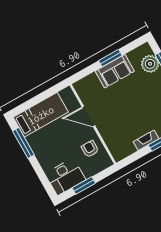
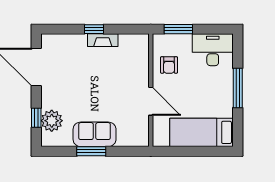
window: (23, 143) -> (238, 88), moved
window: (84, 185) -> (178, 29), moved

